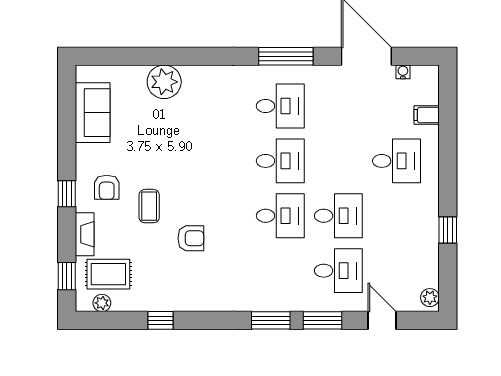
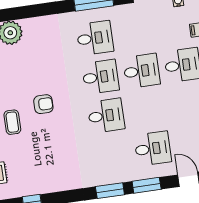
desk: (338, 216) -> (141, 71), moved
armchair: (191, 238) -> (43, 104), moved

